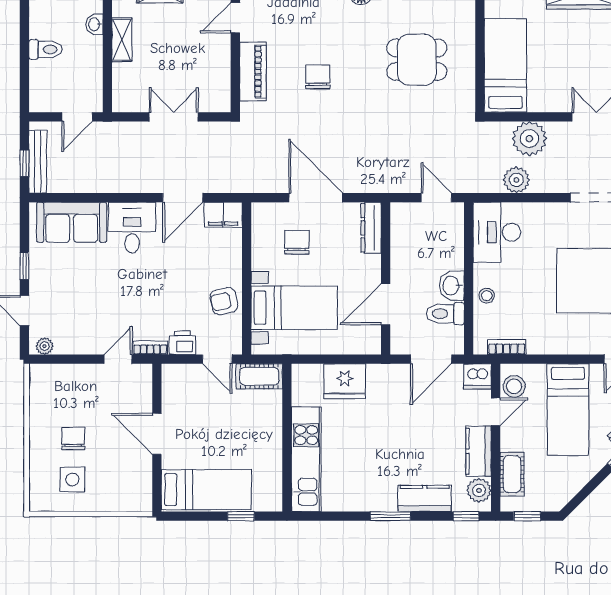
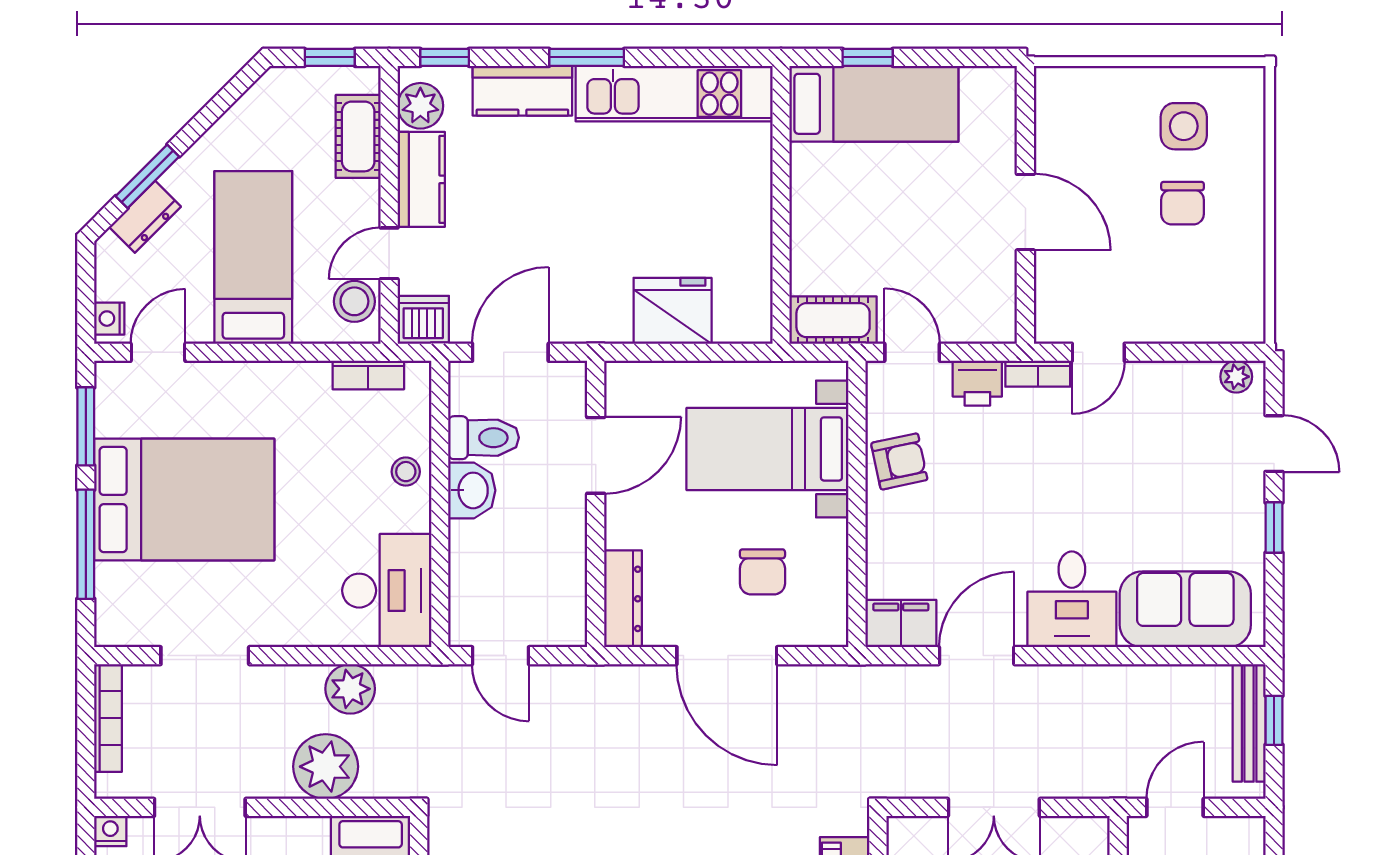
kitchen unit: (306, 459) -> (674, 94), moved, turned -90
bed: (206, 490) -> (874, 104), moved, turned 180

